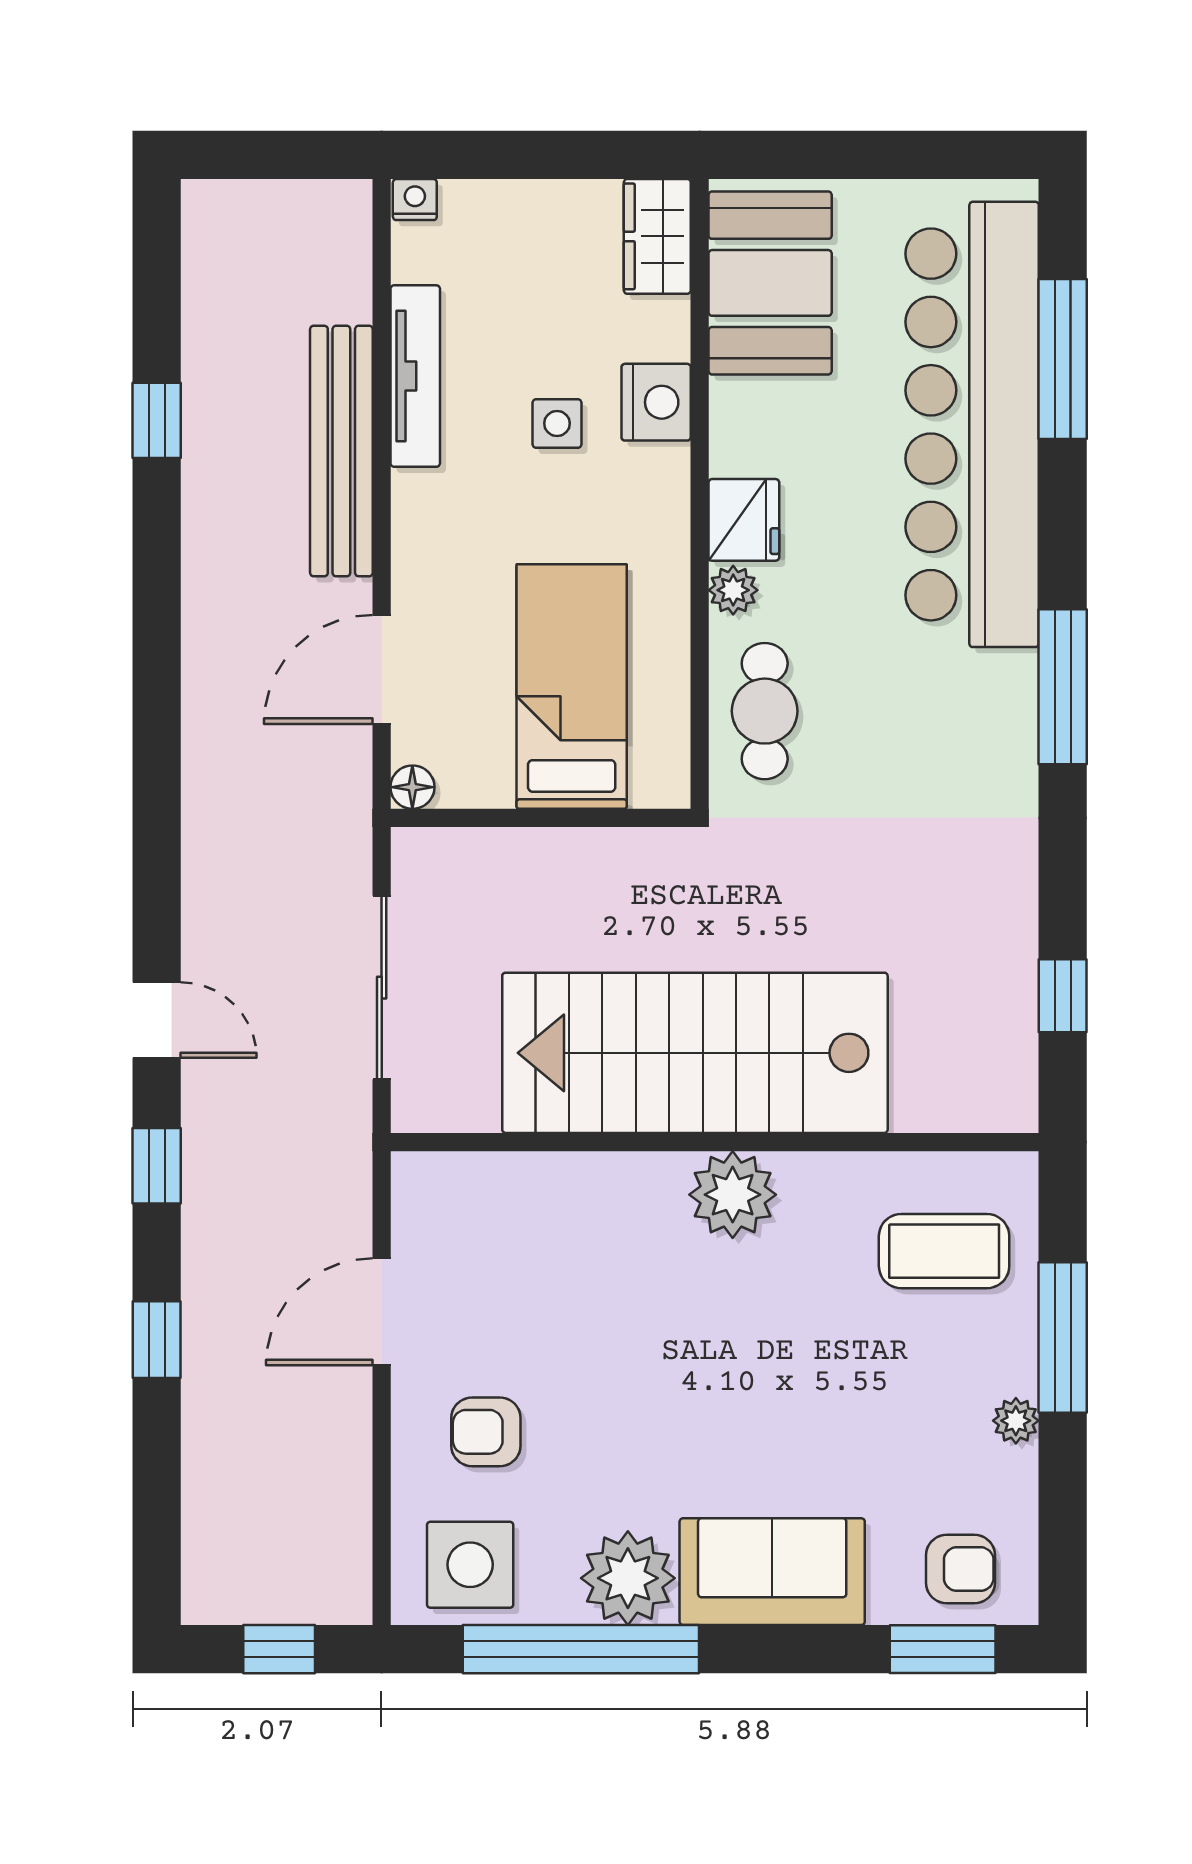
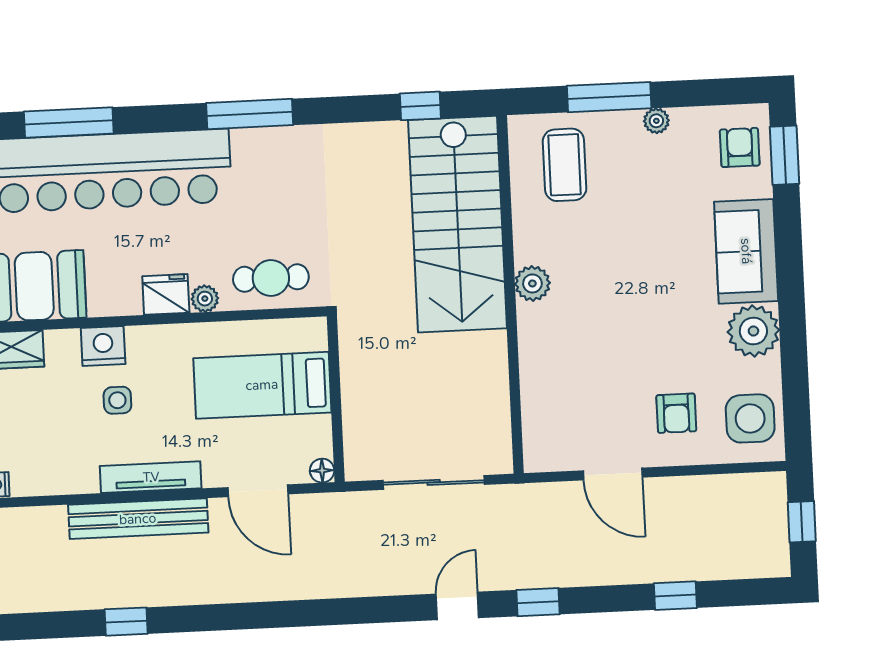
tv unit: (415, 376) -> (151, 477), moved
stairs: (695, 1053) -> (458, 224), moved
plant: (733, 1195) -> (532, 283), width x0.73, depth x0.73
window: (157, 1340) -> (675, 596), moved
window: (581, 1649) -> (794, 355), removed

